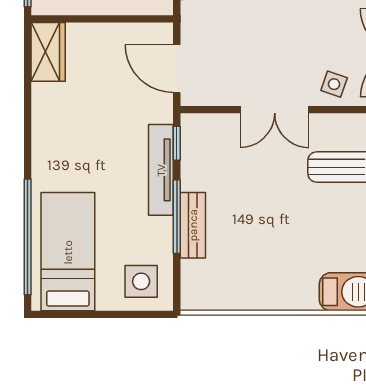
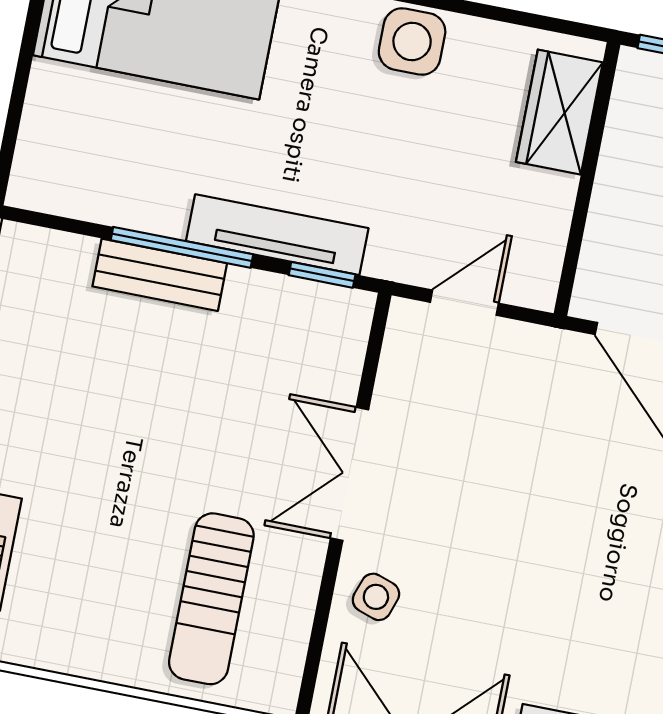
wardrobe: (48, 52) -> (559, 112), moved, turned 90
door: (177, 69) -> (464, 303), width x0.73
side table: (141, 281) -> (412, 42), moved

